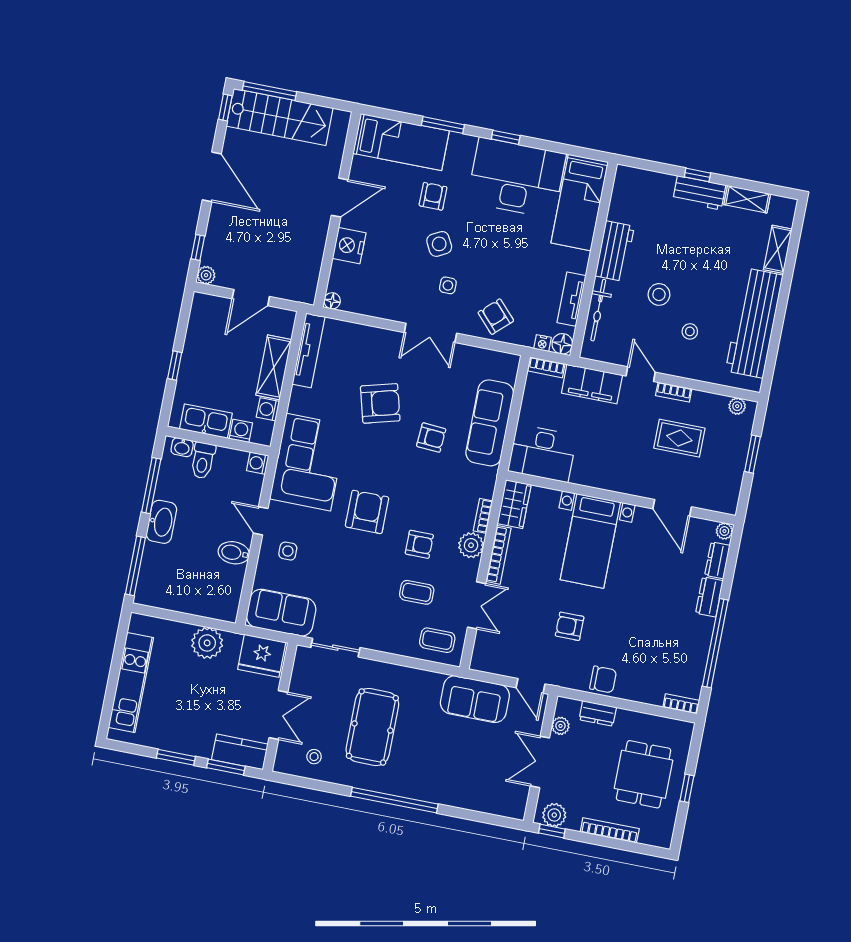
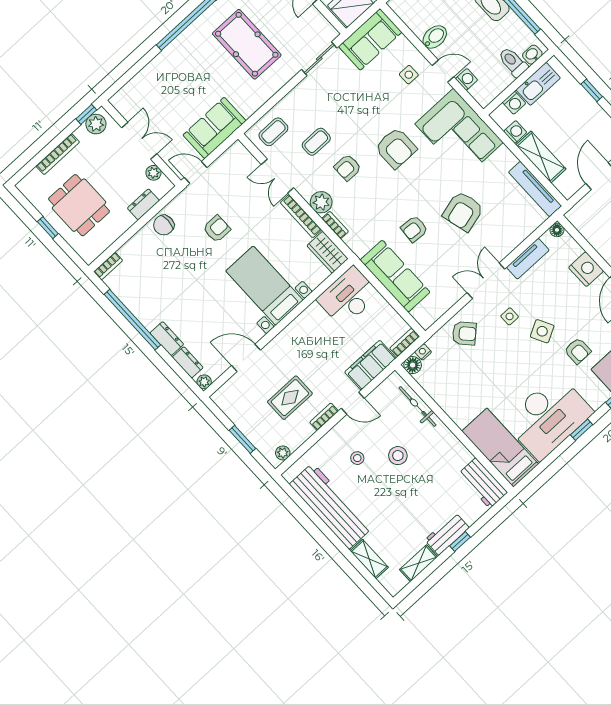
workbench: (615, 251) -> (483, 483), moved
tv unit: (571, 299) -> (528, 259), moved, turned 90
washing machine: (258, 463) -> (467, 79), moved

